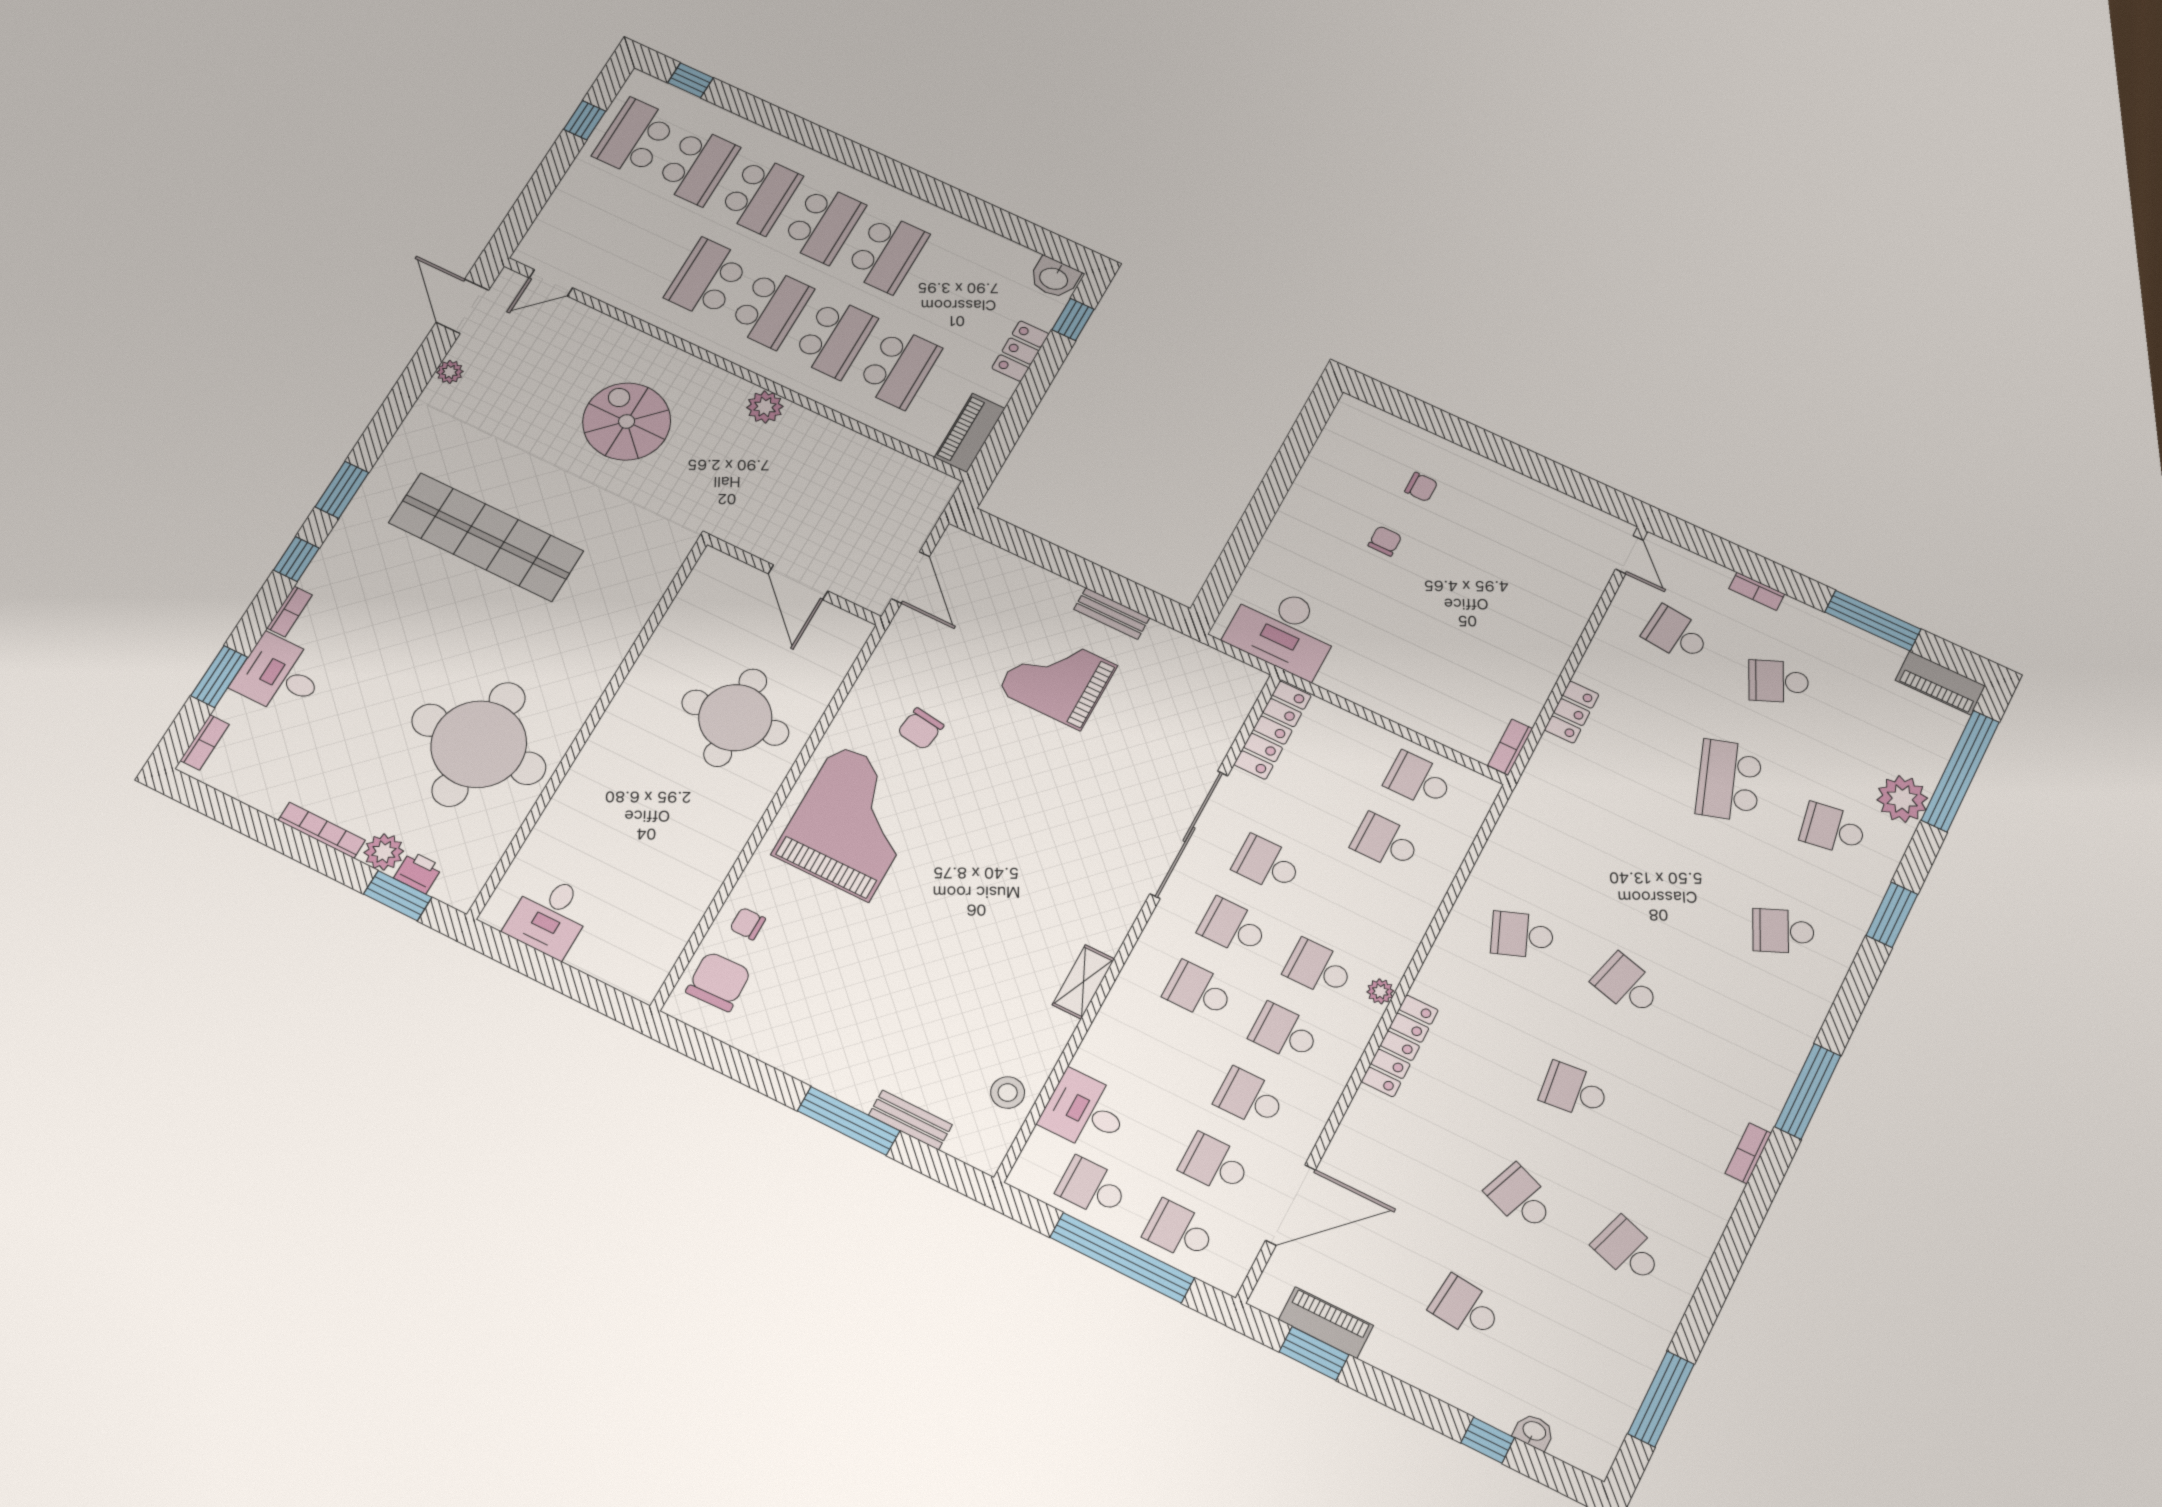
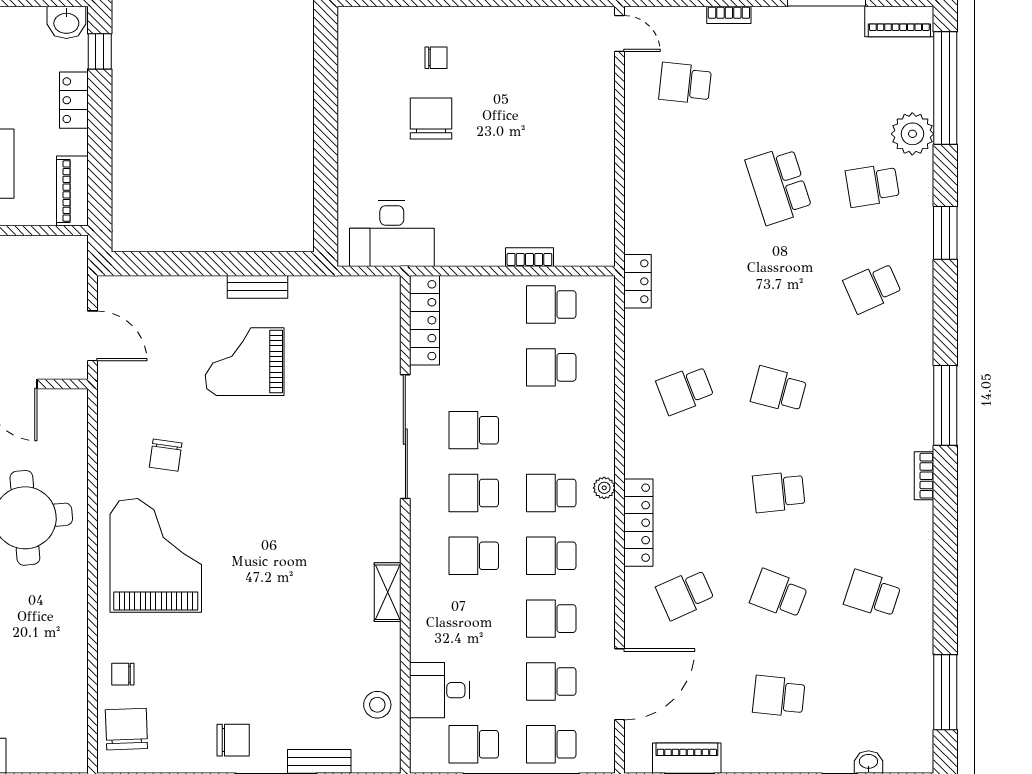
chair: (1385, 541) -> (431, 118), width x1.87, depth x1.87
school desk: (1778, 681) -> (685, 594), moved
locker: (1572, 712) -> (638, 281), moved
bookcase: (1510, 747) -> (529, 257), moved, turned 90
chair: (828, 1050) -> (233, 740), added

